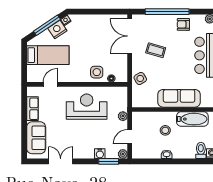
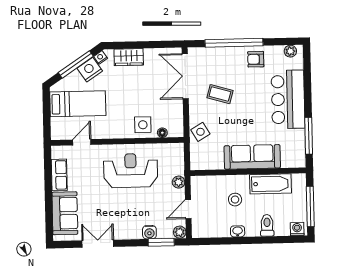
wardrobe: (87, 21) -> (129, 57), added
toilet: (201, 150) -> (267, 225), moved

